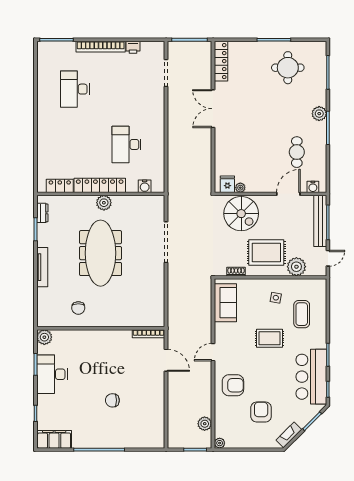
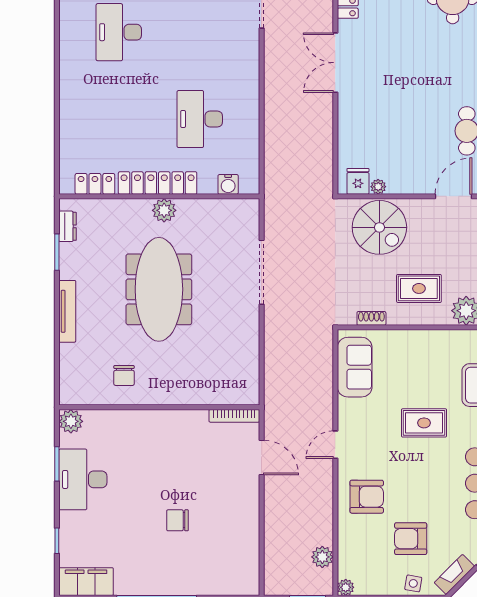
rug: (266, 253) -> (419, 288), width x0.73, depth x0.70
side table: (276, 298) -> (413, 583), moved
armchair: (261, 412) -> (411, 539), turned -90

